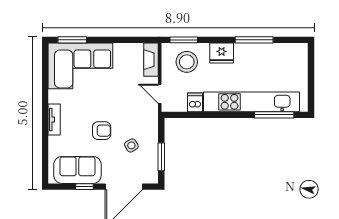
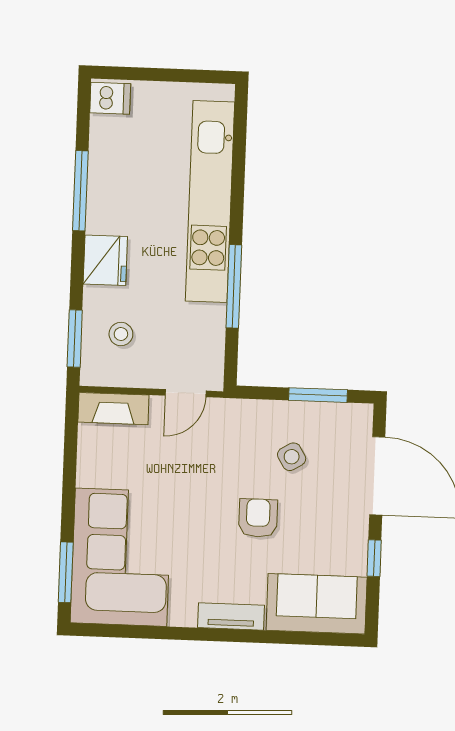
stool: (187, 62) -> (121, 334), width x0.53, depth x0.53
dishwasher: (195, 102) -> (110, 98), moved, turned 180
window: (274, 115) -> (234, 286), moved
sofa: (77, 170) -> (317, 604), moved, turned 90

